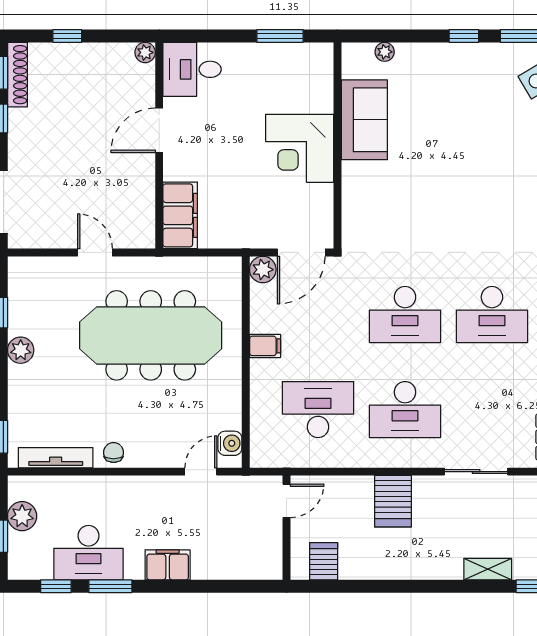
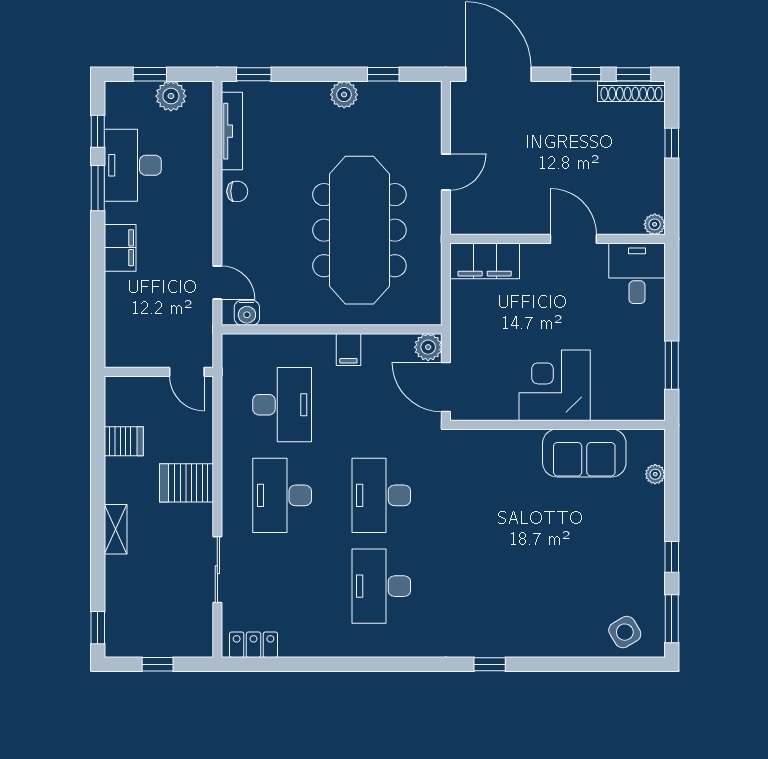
server rack: (324, 561) -> (124, 441), moved
shelving: (488, 569) -> (116, 529), moved

